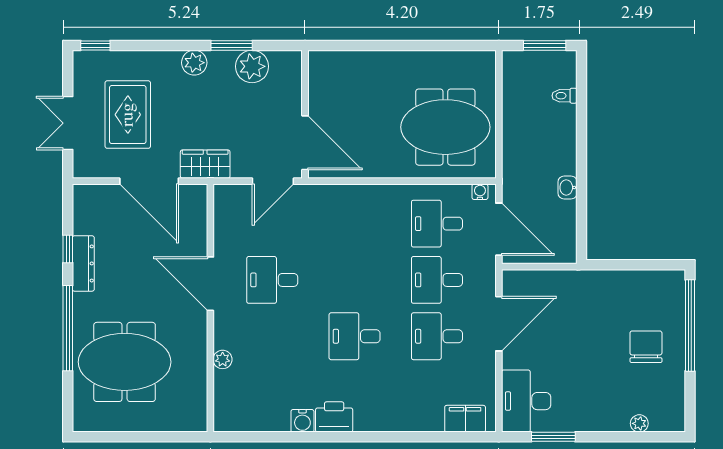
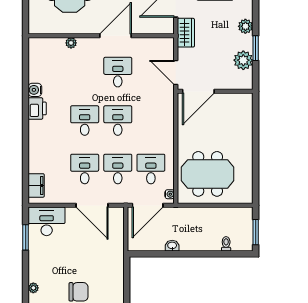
meeting table: (445, 127) -> (208, 174), turned 90
desk: (355, 280) -> (118, 121), added

